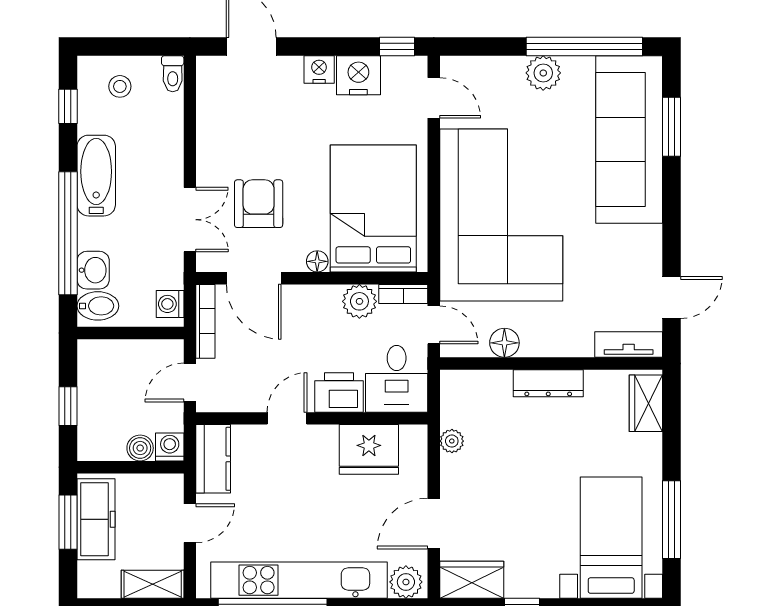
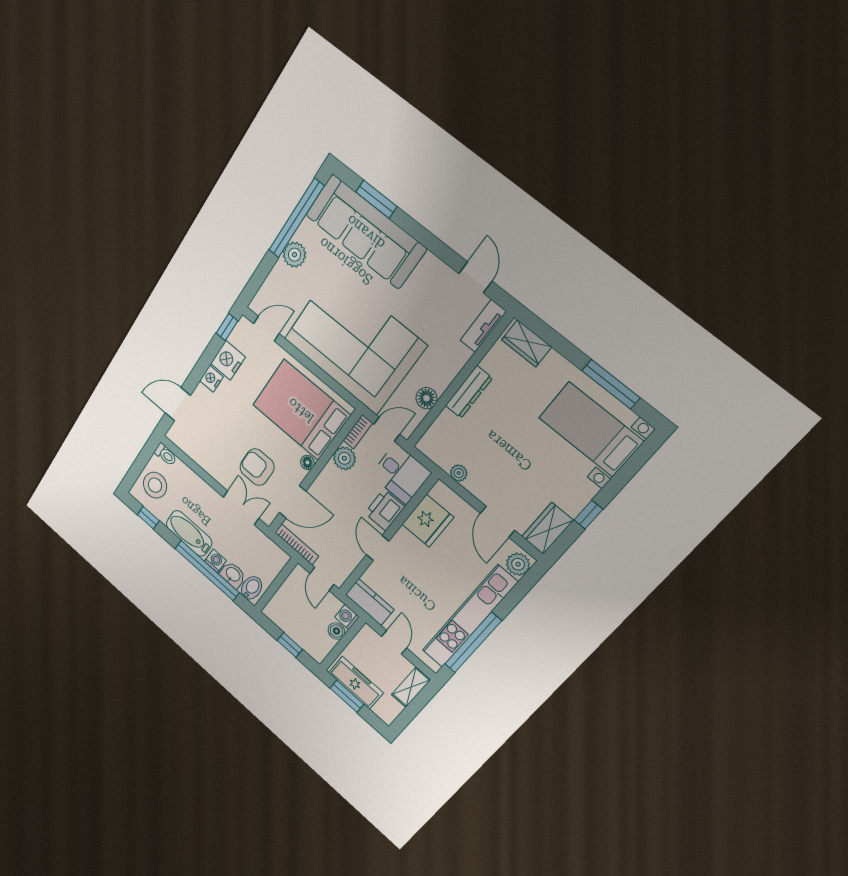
stool: (120, 86) -> (155, 485), width x1.89, depth x1.89
washing machine: (170, 304) -> (215, 561), moved, turned 180

